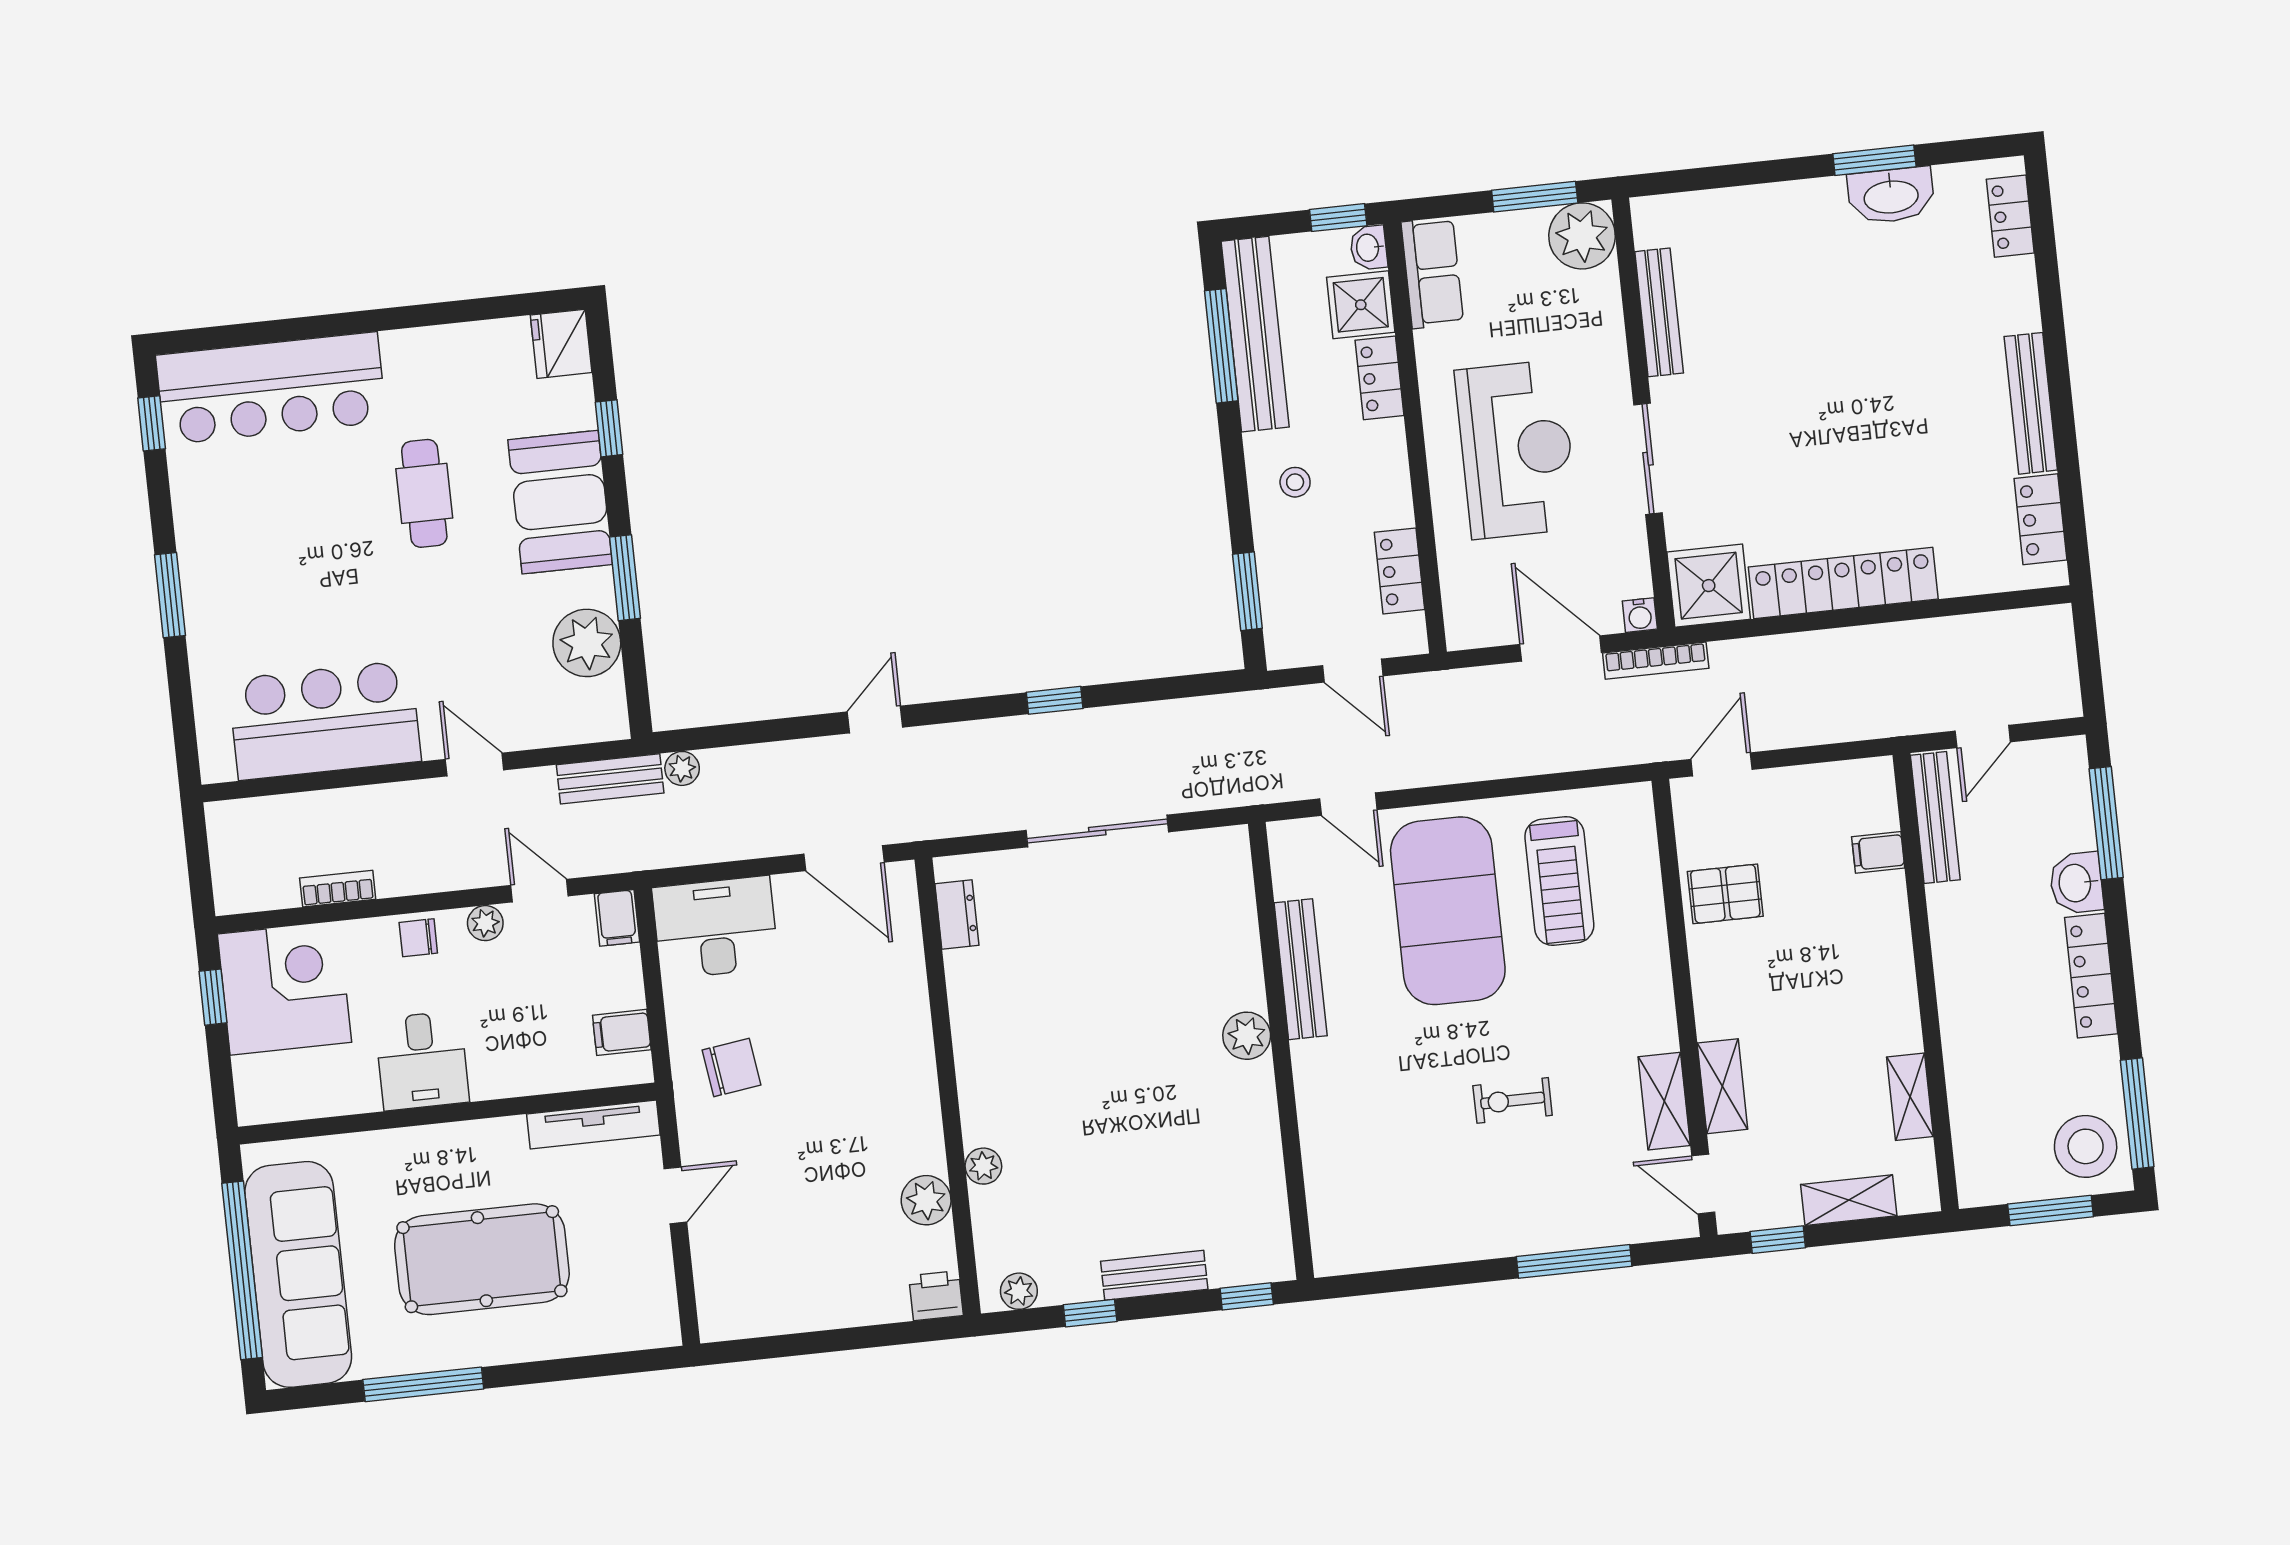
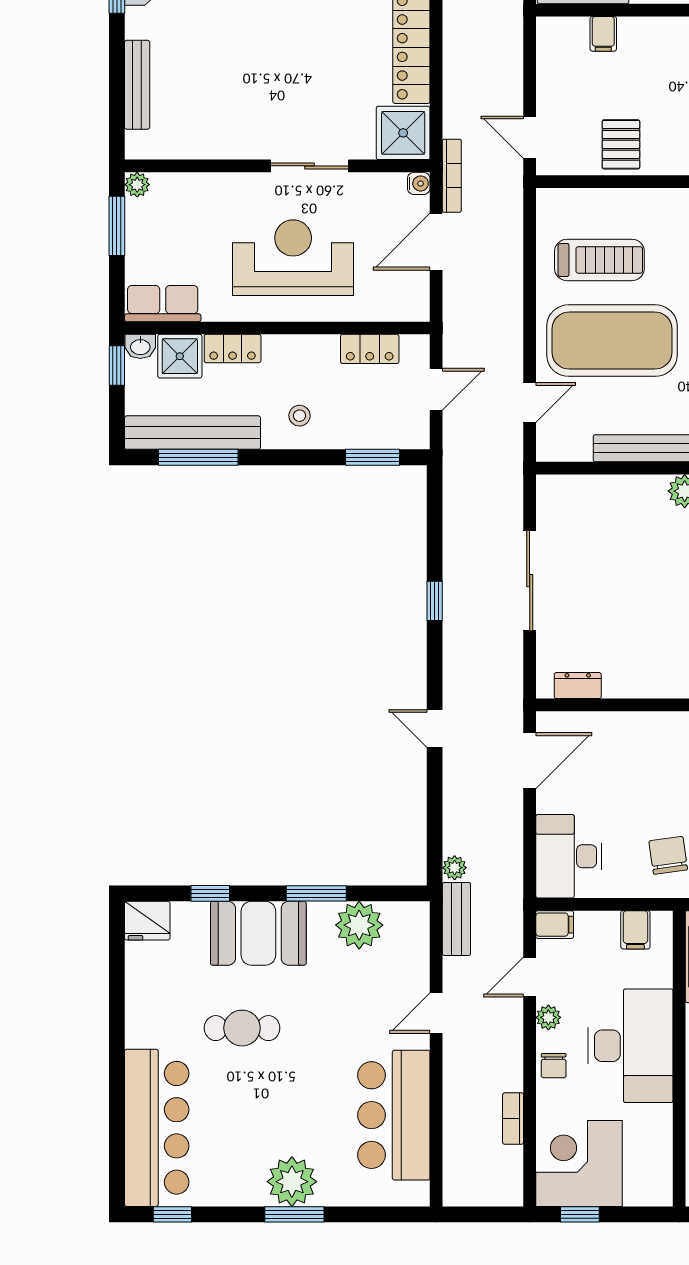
plant: (1582, 236) -> (137, 185), width x0.53, depth x0.53
bench: (1659, 312) -> (137, 85), moved, turned 90
plant: (216, 587) -> (292, 1182), added
desk: (422, 1061) -> (630, 1046), width x1.87, depth x1.30

